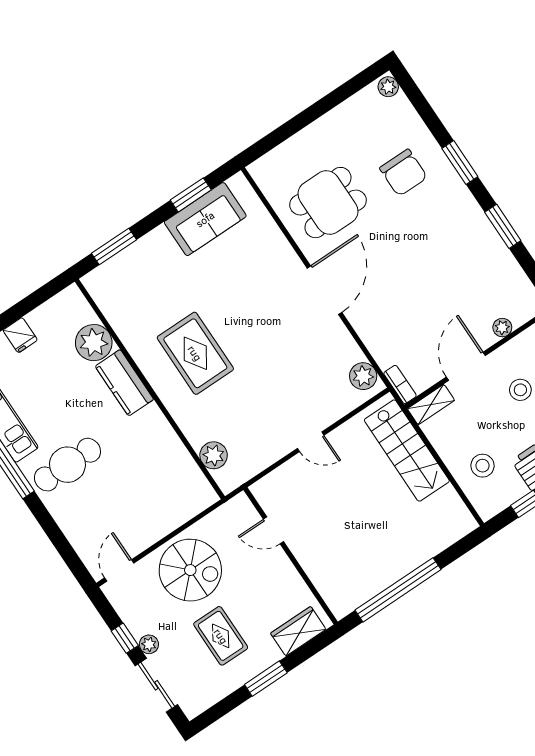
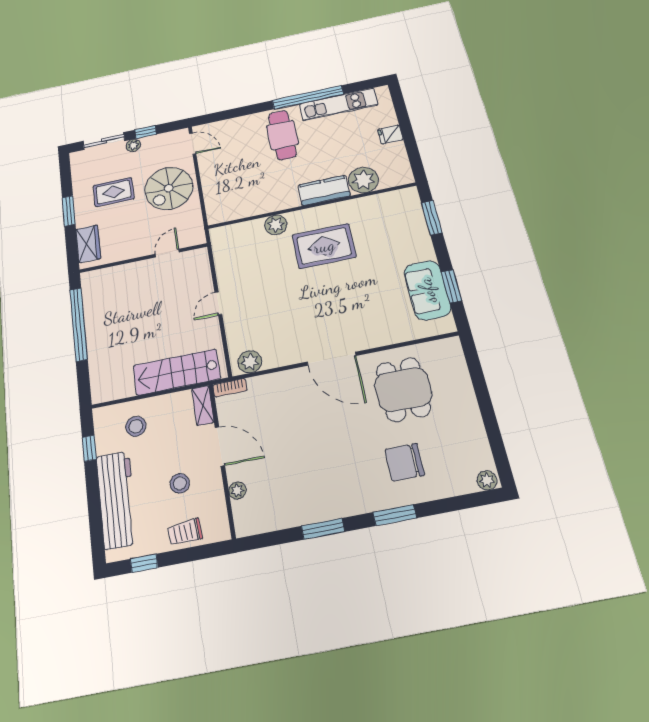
plant: (214, 455) -> (276, 225), moved

